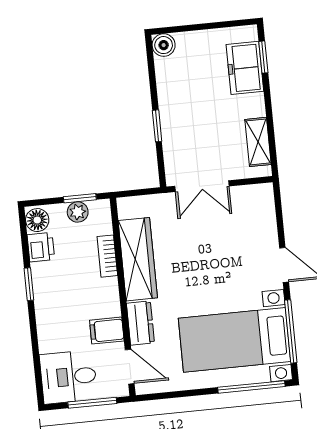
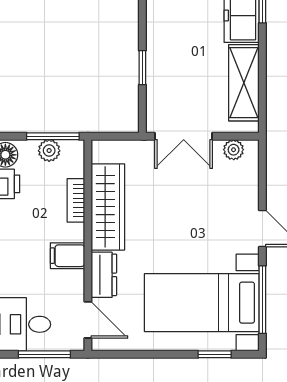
shelving: (258, 142) -> (244, 83), width x1.50, depth x1.33
plant: (250, 194) -> (234, 150), added
window: (80, 198) -> (53, 136), width x1.50
filing cabinet: (107, 331) -> (67, 256), moved
window: (251, 387) -> (215, 354), width x0.46

